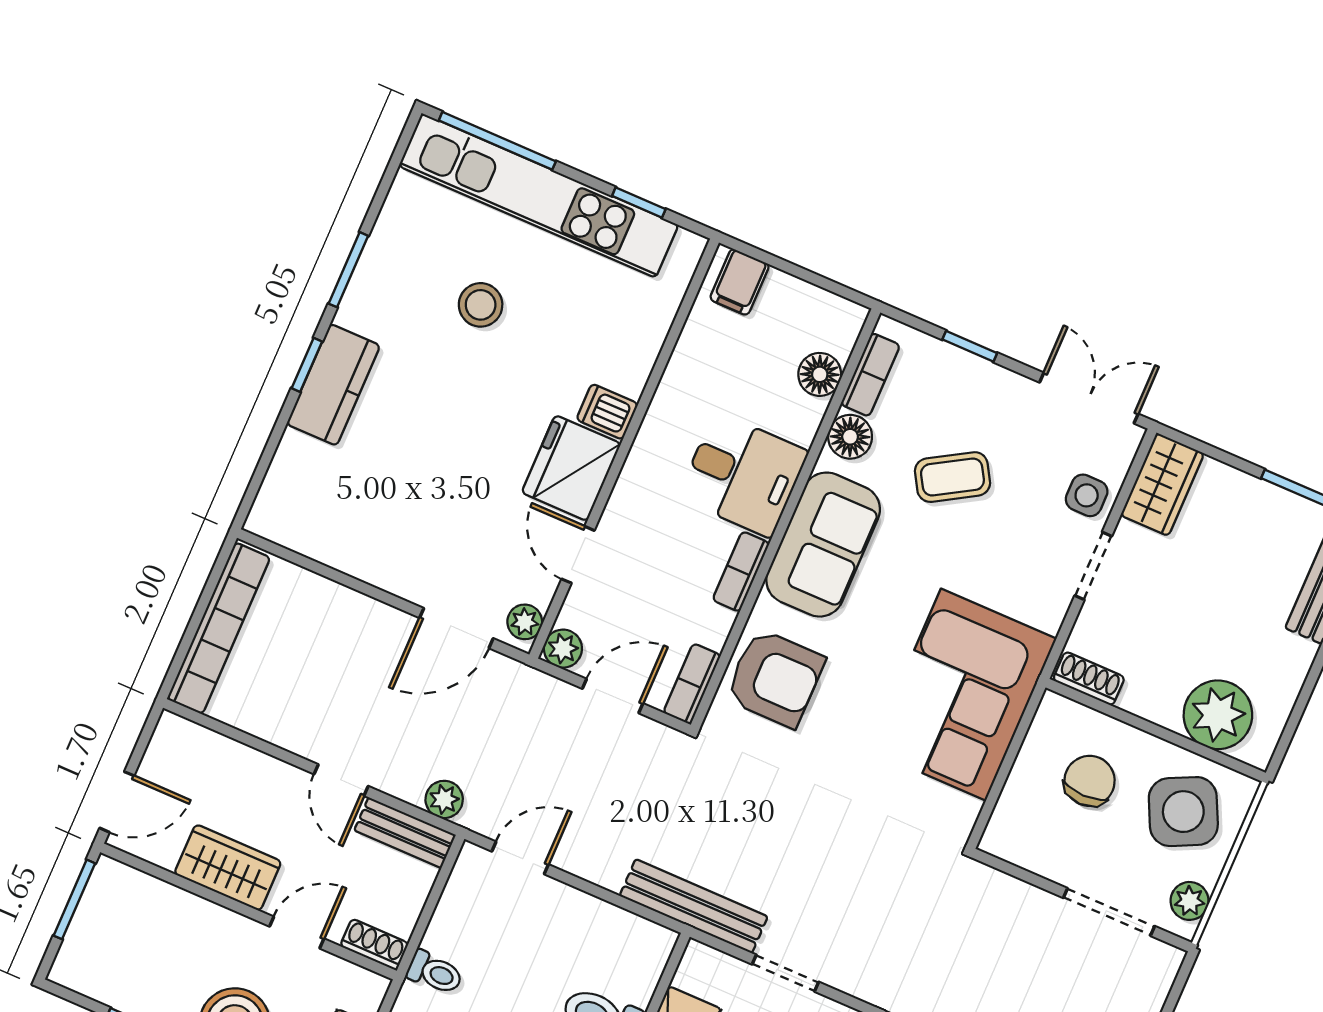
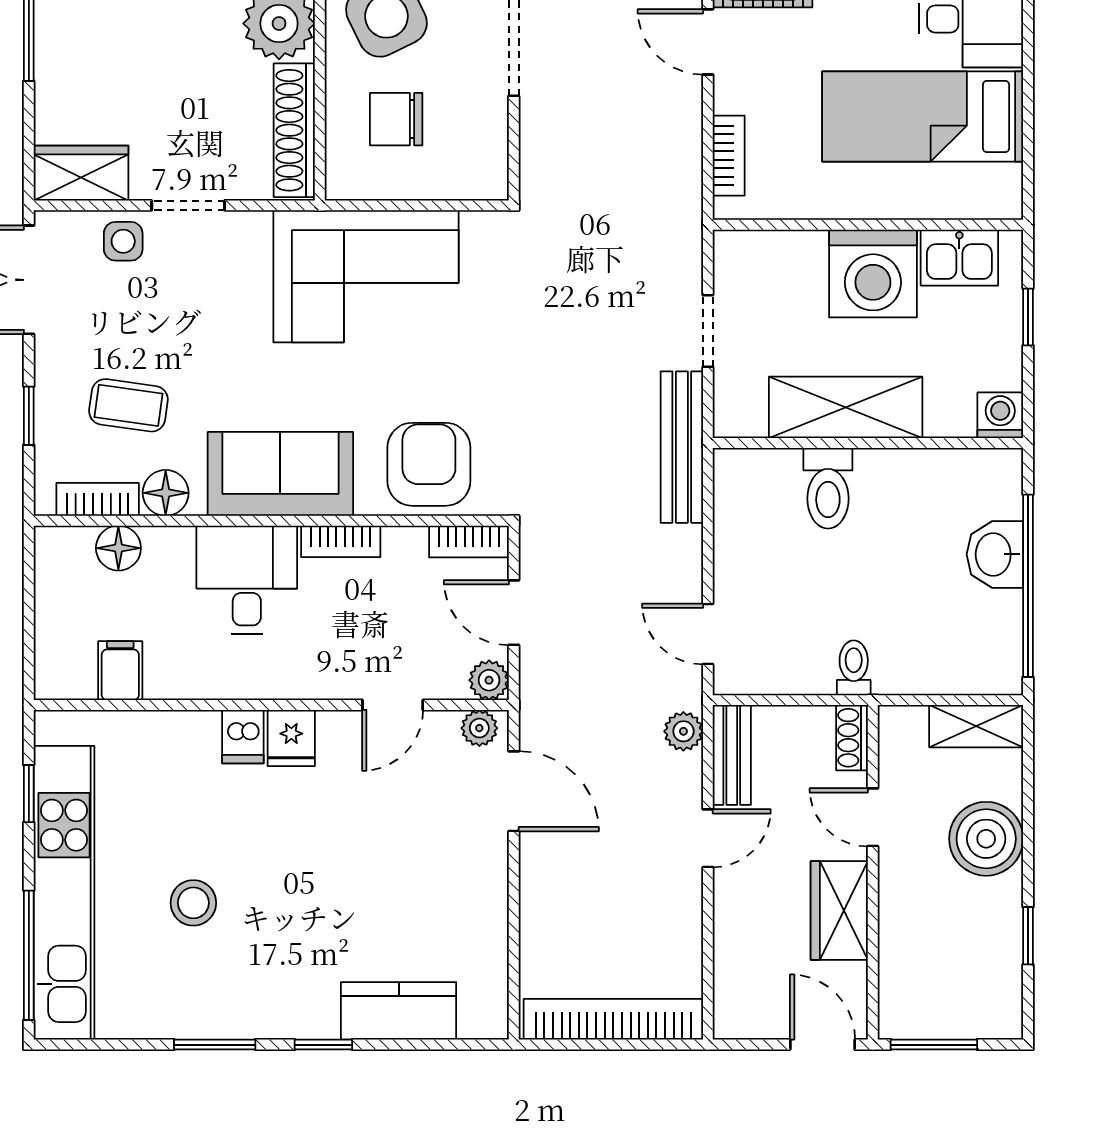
filing cabinet: (740, 282) -> (120, 671), moved, turned -90
kitchen counter: (333, 385) -> (399, 1011), moved
fridge: (571, 468) -> (291, 738), width x0.53, depth x0.75
coffee table: (952, 477) -> (128, 405), moved, turned -51
shoe rack: (1089, 679) -> (294, 130), width x1.94, depth x1.24

